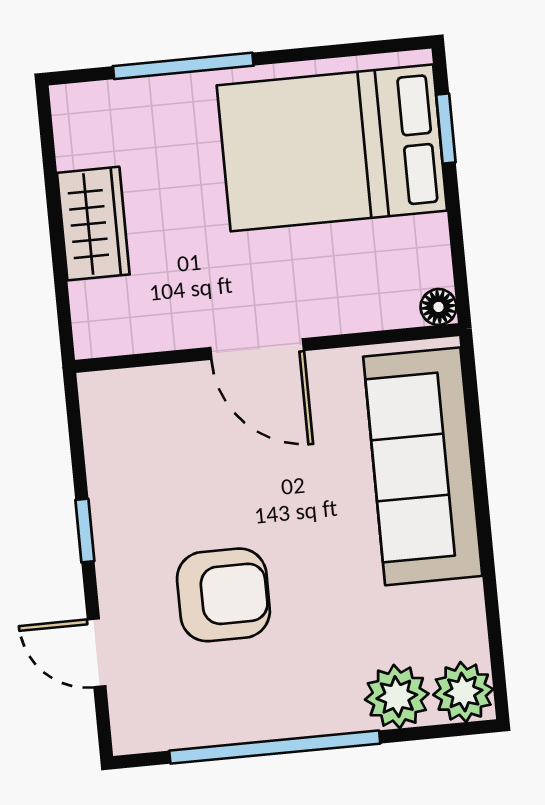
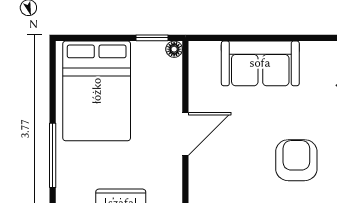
window: (446, 128) -> (152, 38), moved
sofa: (423, 466) -> (260, 63), width x0.73

